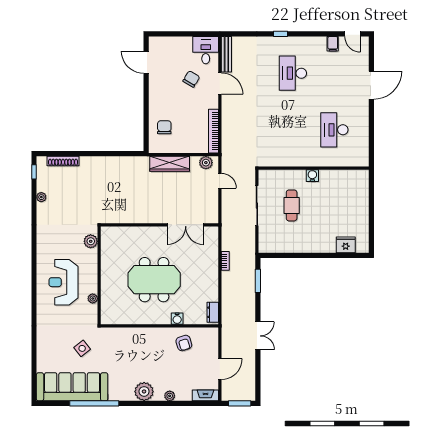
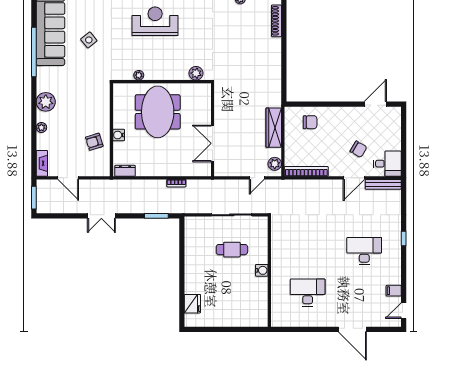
plant: (91, 241) -> (196, 73), moved
wall: (99, 275) -> (162, 82), moved
plant: (93, 298) -> (139, 75), moved

